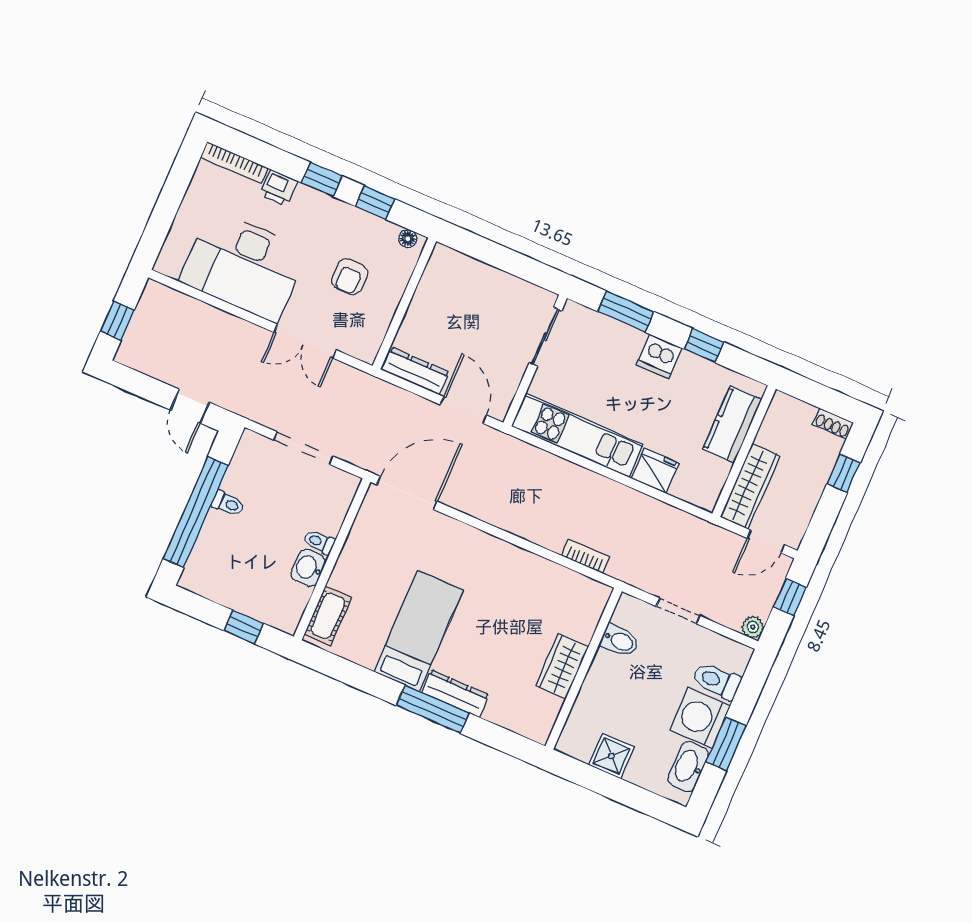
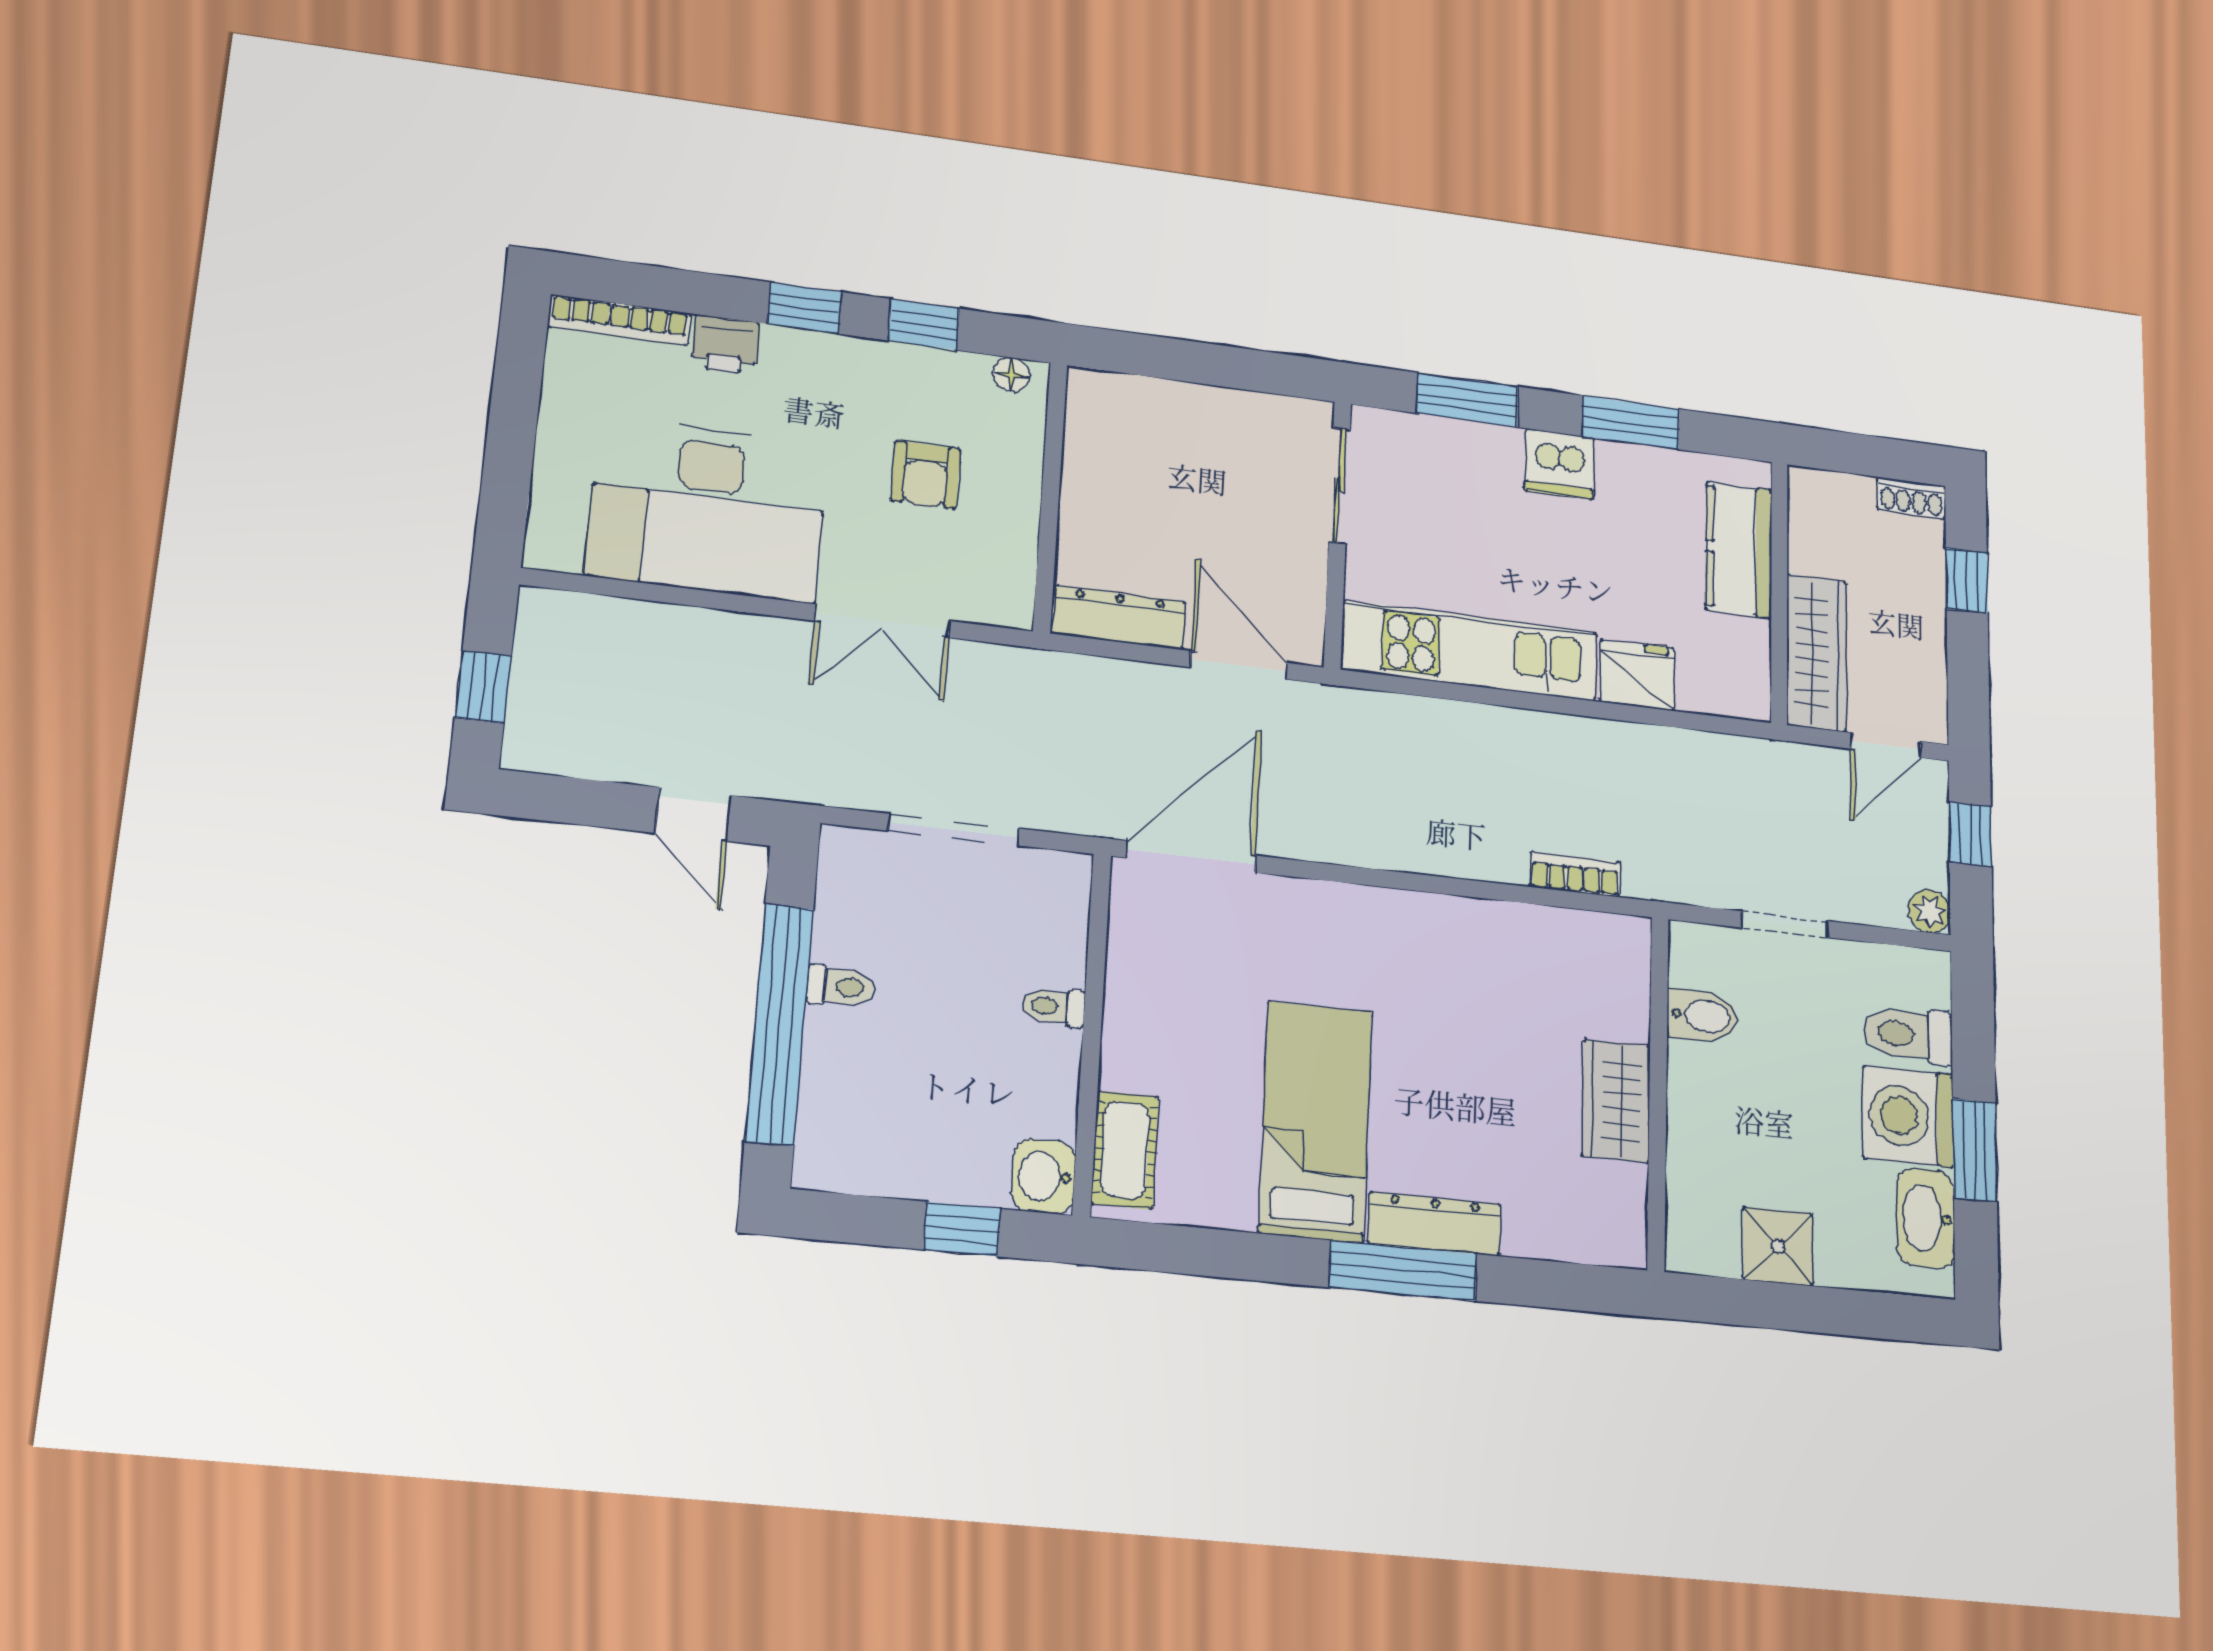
window: (704, 346) -> (1631, 423), width x1.50
washbasin: (308, 568) -> (1044, 1176), moved

